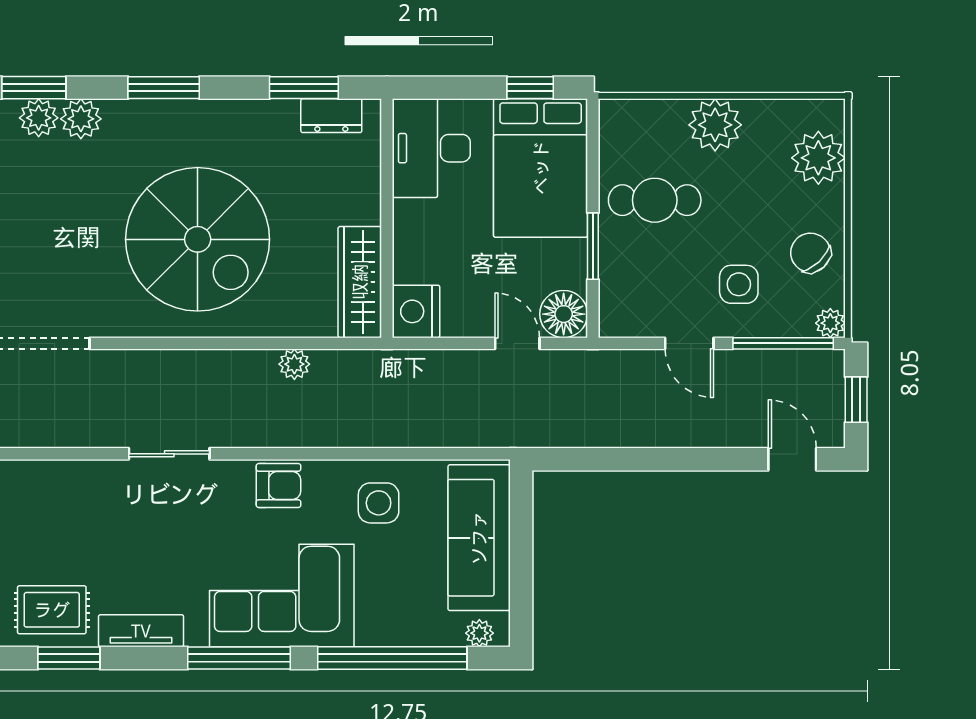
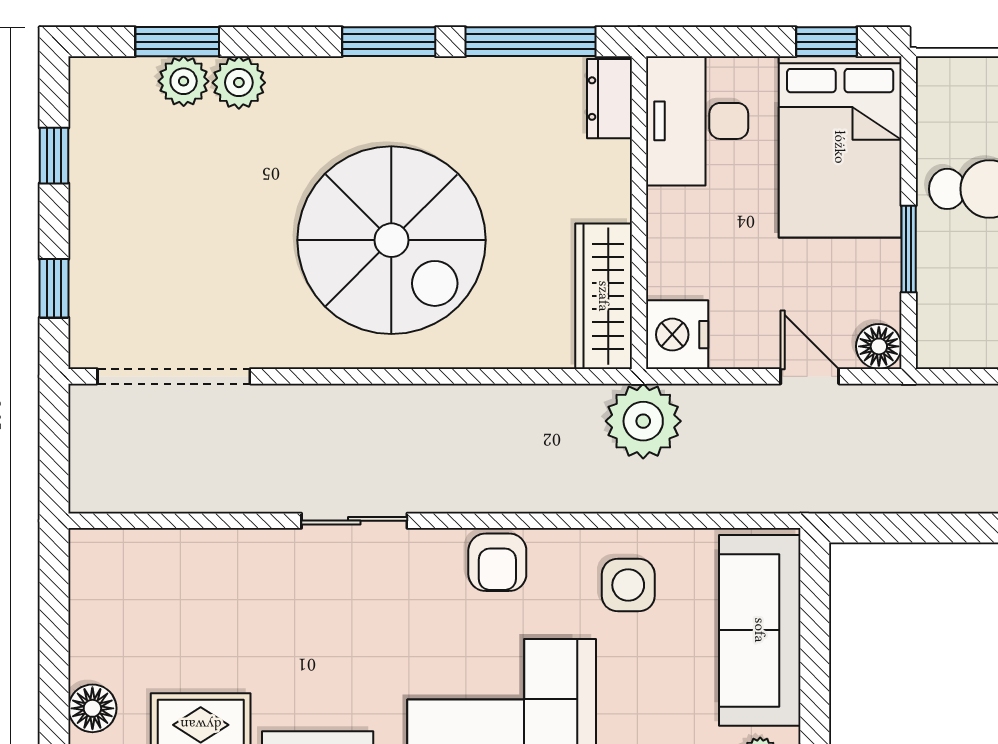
window: (164, 88) -> (389, 42), moved
window: (304, 88) -> (531, 42), width x1.44
dresser: (331, 116) -> (609, 99), moved, turned 90
floor lamp: (564, 314) -> (879, 346), width x0.73, depth x0.73
plant: (294, 364) -> (643, 421), moved, width x1.87, depth x1.87
armchair: (279, 486) -> (497, 562), turned 90

